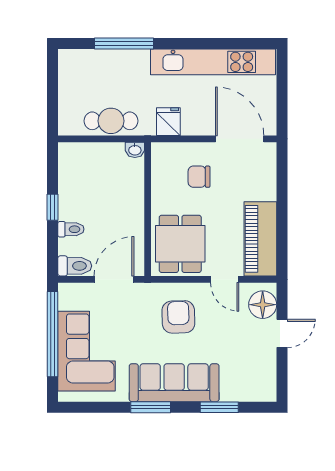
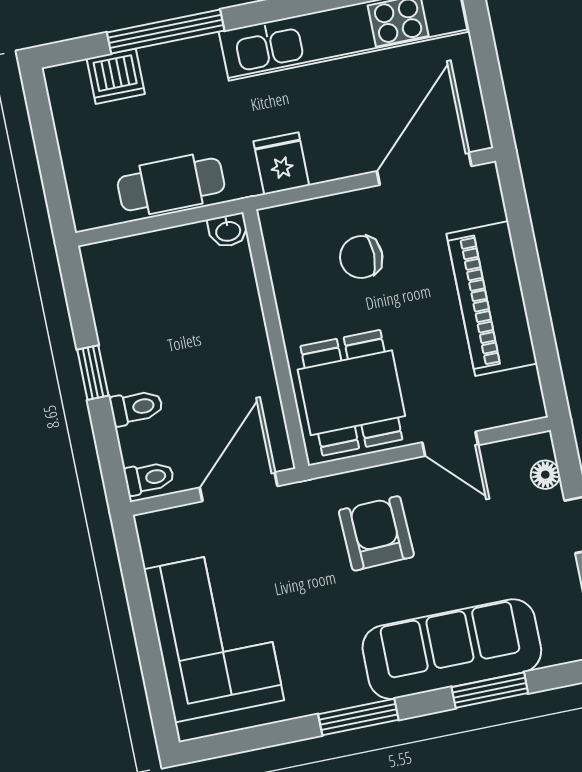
dishwasher: (94, 61) -> (116, 76), added
door: (240, 139) -> (424, 169), hinge flipped
piano: (260, 239) -> (492, 299), moved
toilet: (75, 266) -> (149, 478), width x0.73, depth x0.72
floor lamp: (263, 305) -> (545, 475), width x0.53, depth x0.53
window: (53, 334) -> (142, 615), removed
sofa: (174, 383) -> (452, 649), moved

